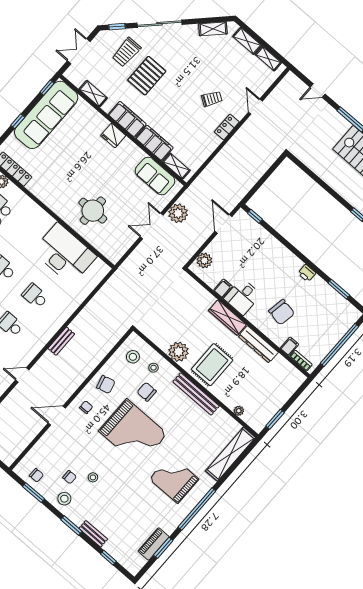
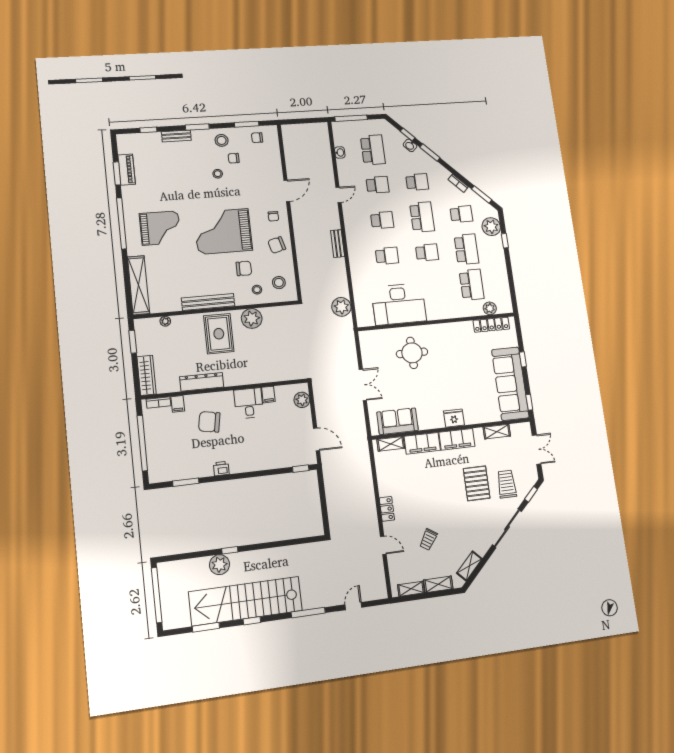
trolley: (212, 99) -> (428, 539), moved
plant: (178, 213) -> (341, 307), moved
wardrobe: (228, 318) -> (147, 375), moved, turned 90

